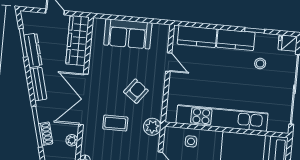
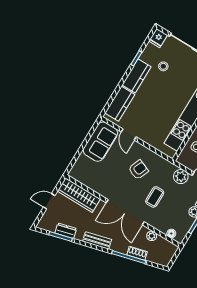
sofa: (128, 34) -> (100, 142), moved
dresser: (33, 50) -> (66, 231), width x0.70
door: (169, 62) -> (129, 134), swing flipped
armchair: (136, 91) -> (138, 170), turned 75
plant: (152, 127) -> (181, 177), moved

